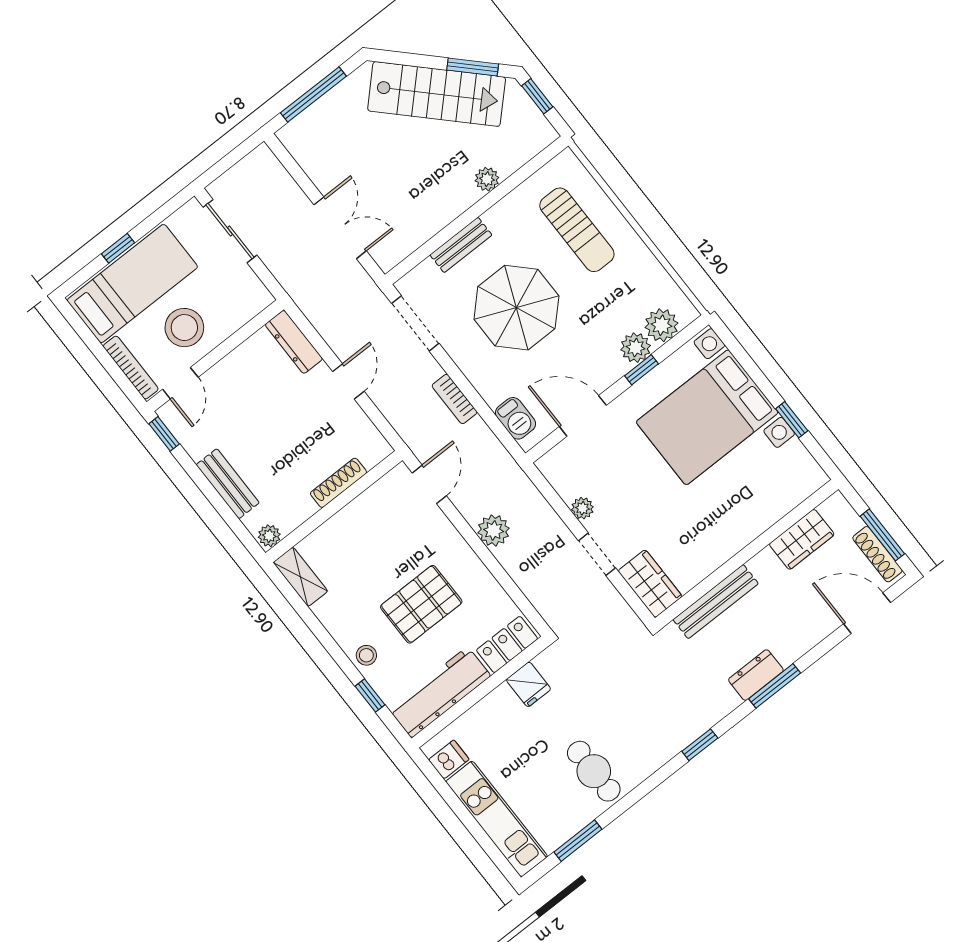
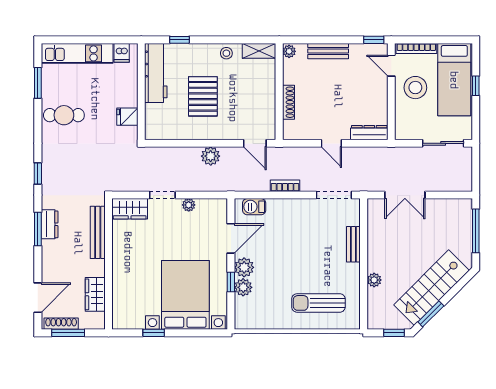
parasol: (516, 308) -> (305, 247), removed
plant: (662, 325) -> (244, 267), moved
locker: (507, 644) -> (153, 121), removed
stool: (366, 655) -> (226, 53), moved

